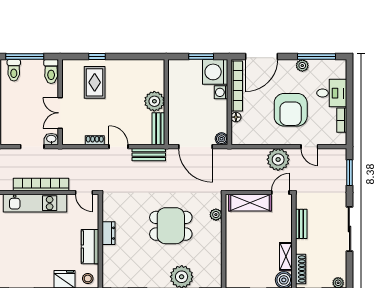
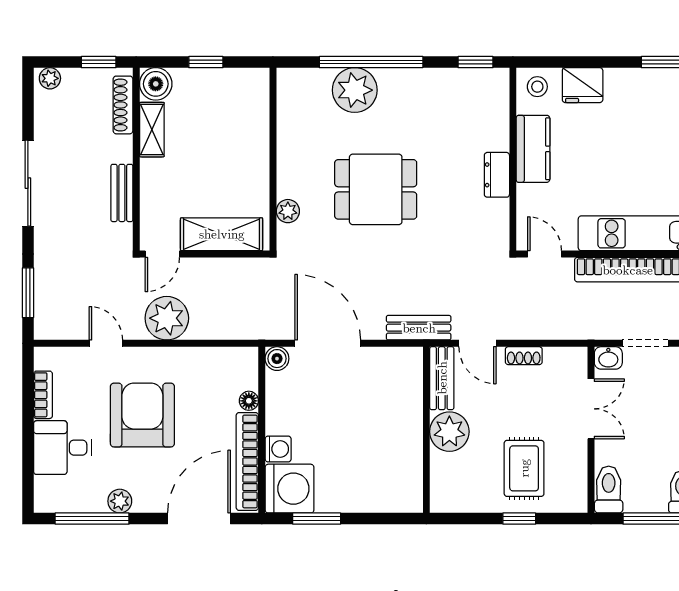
plant: (154, 101) -> (449, 432), moved
wall: (166, 102) -> (426, 430), moved
bench: (158, 129) -> (442, 378), moved

